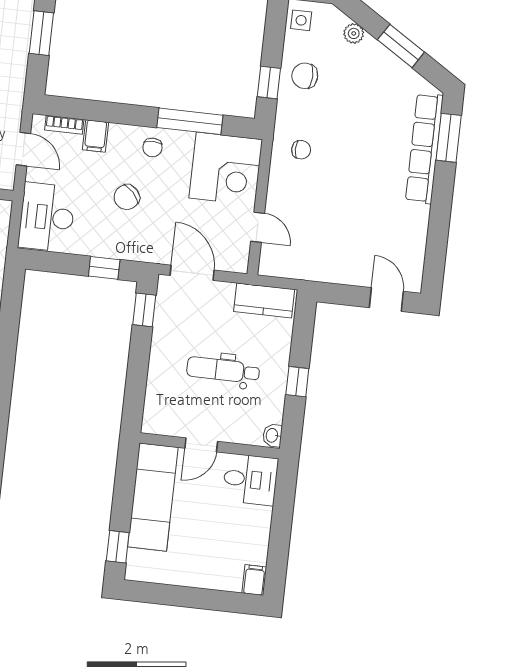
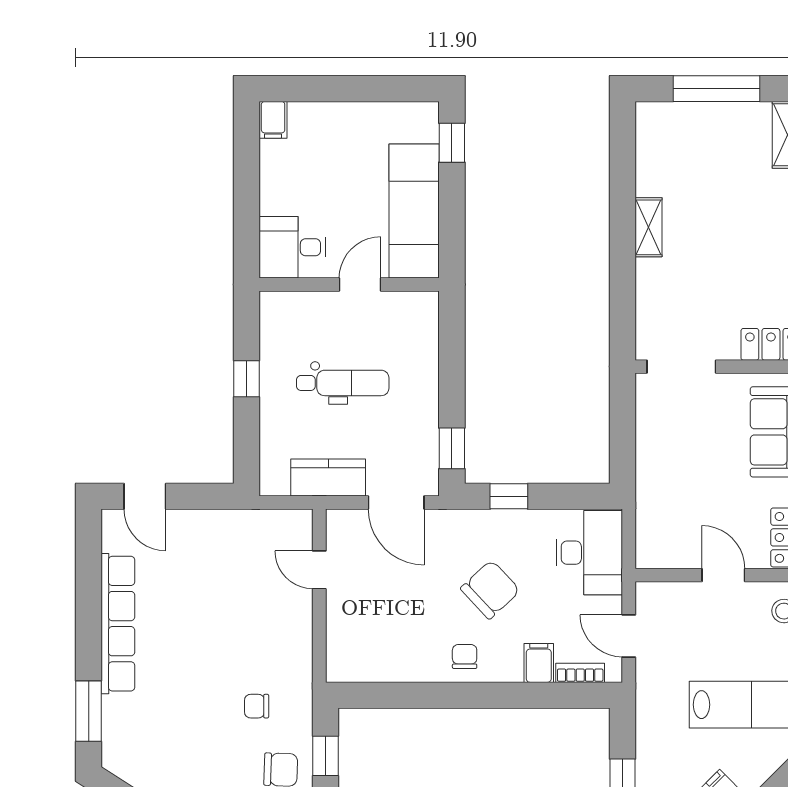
window: (190, 121) -> (421, 695), removed
row of seats: (424, 148) -> (118, 624), moved
chair: (301, 150) -> (257, 706), moved
corner desk: (226, 169) -> (368, 640), removed
chair: (127, 197) -> (490, 590), width x1.37, depth x1.37
kitchen counter: (264, 300) -> (328, 477), moved
washbasin: (272, 435) -> (271, 307), removed

